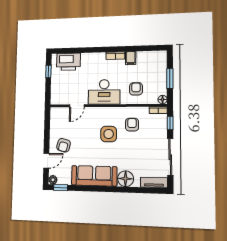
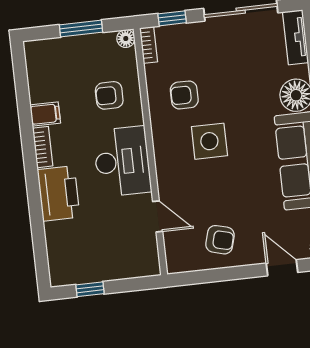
printer: (68, 62) -> (59, 193), moved
armchair: (64, 145) -> (220, 240), moved

